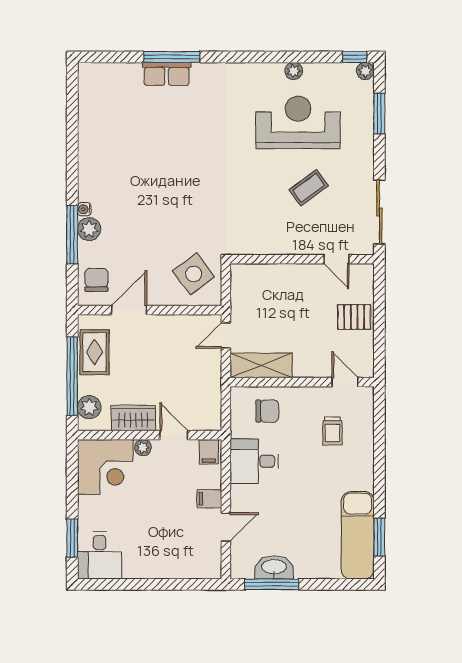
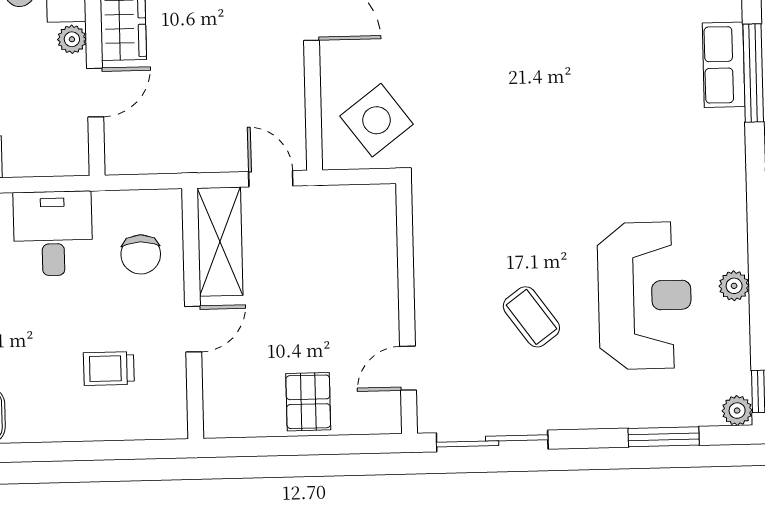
door: (345, 382) -> (193, 329), moved
filing cabinet: (209, 452) -> (67, 154), removed

